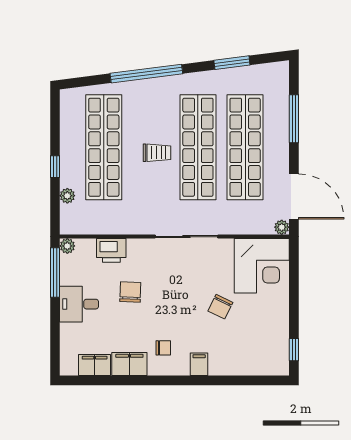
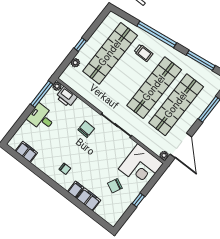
window: (232, 63) -> (201, 60), width x1.44
trolley: (157, 153) -> (143, 53), moved
printer: (111, 250) -> (66, 97), moved
chair: (130, 292) -> (86, 129), moved
chair: (220, 307) -> (115, 186), moved
window: (294, 350) -> (138, 200), moved
filing cabinet: (129, 364) -> (89, 199), moved

